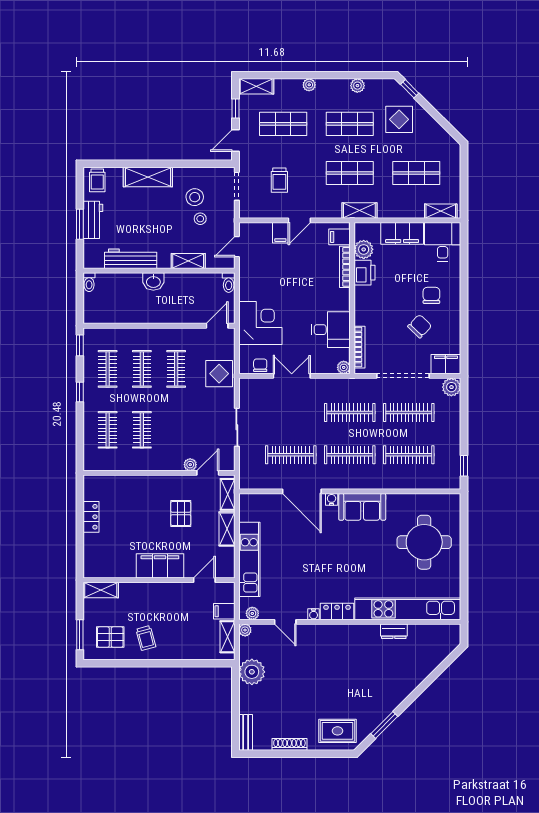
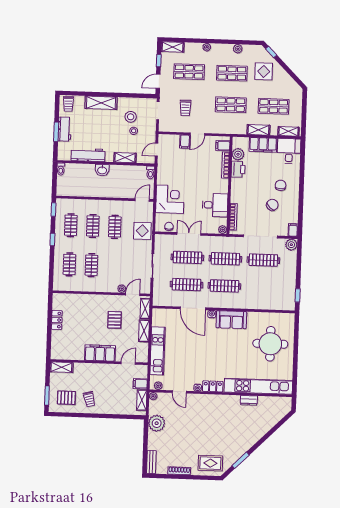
shelving: (359, 211) -> (258, 130), moved
filing cabinet: (446, 364) -> (293, 230), width x0.50
clothes rail: (409, 455) -> (187, 257), moved

